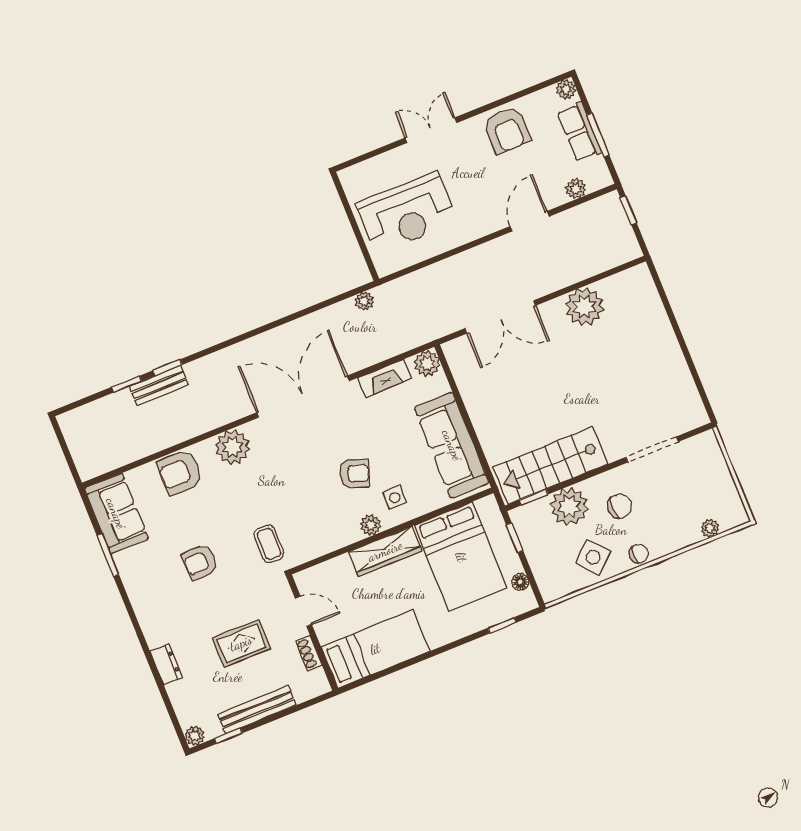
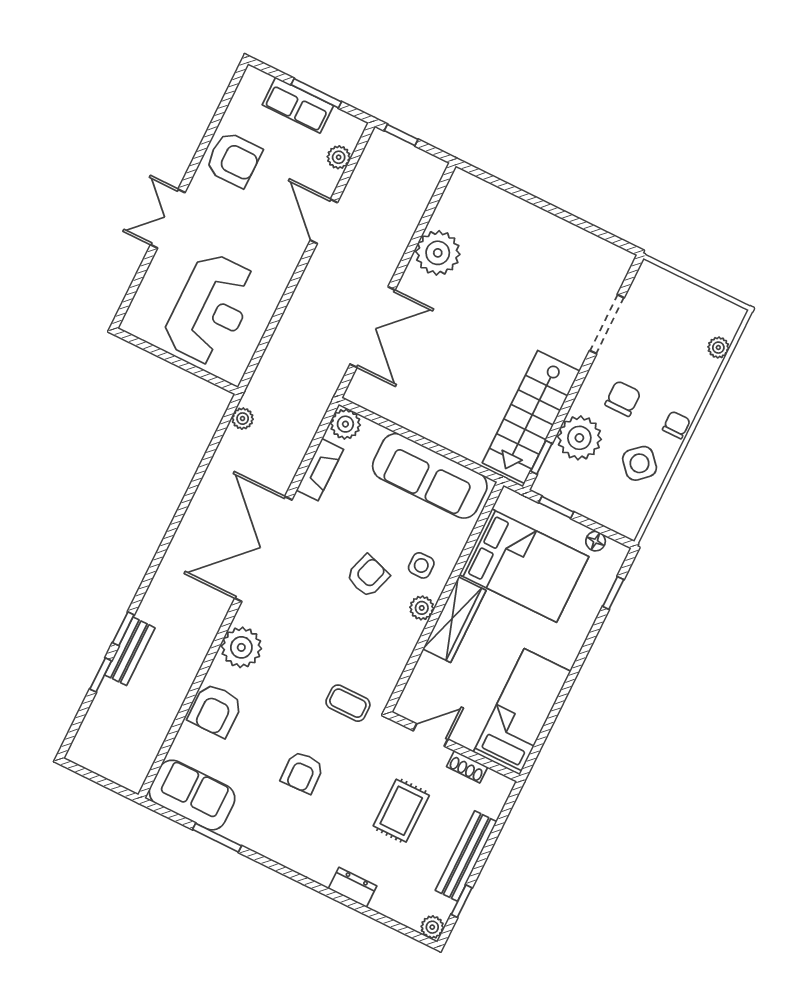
plant: (566, 89) -> (253, 79), removed

